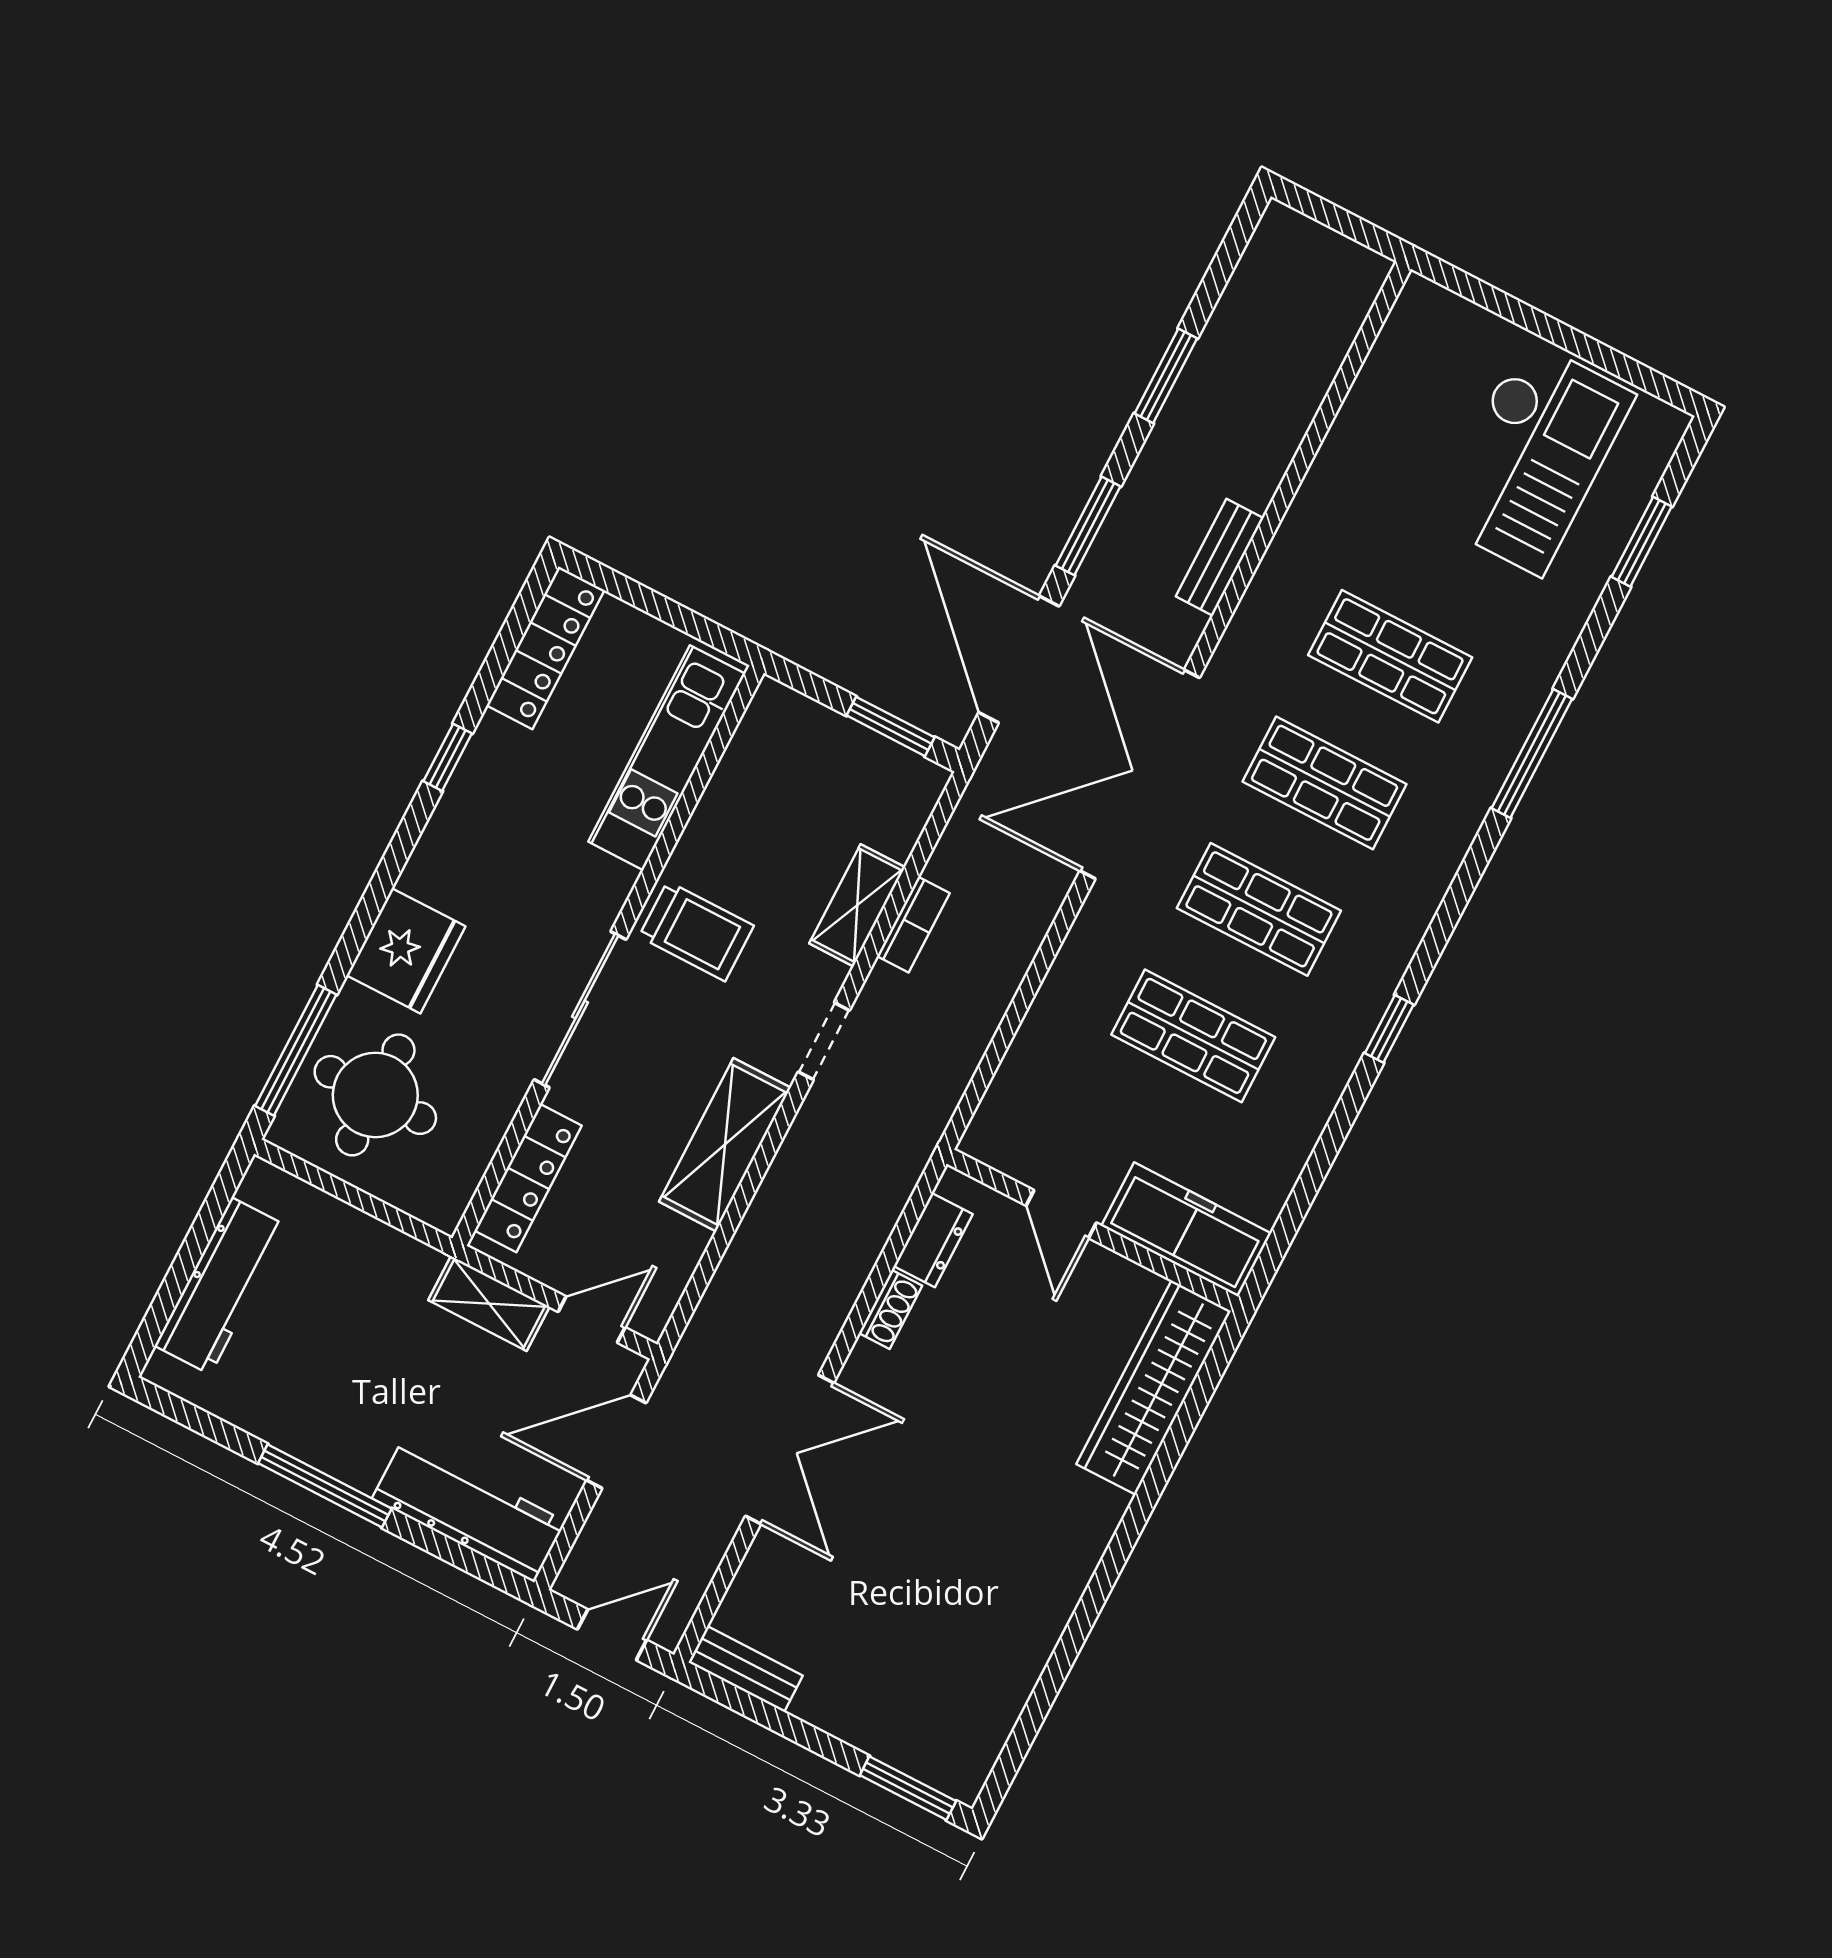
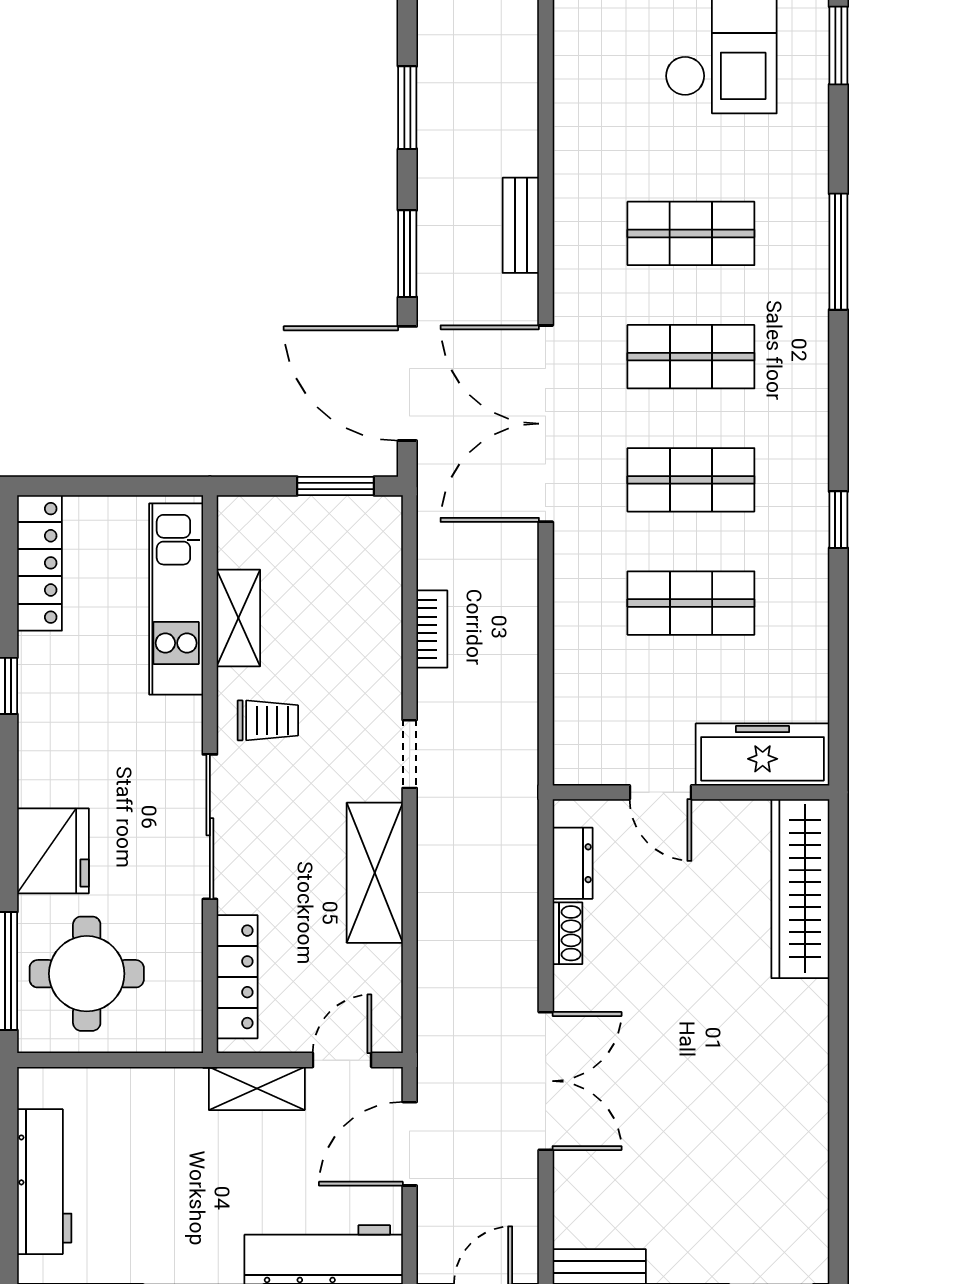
shelving: (857, 905) -> (238, 618), moved
trolley: (696, 931) -> (268, 720), width x0.73, depth x0.72

